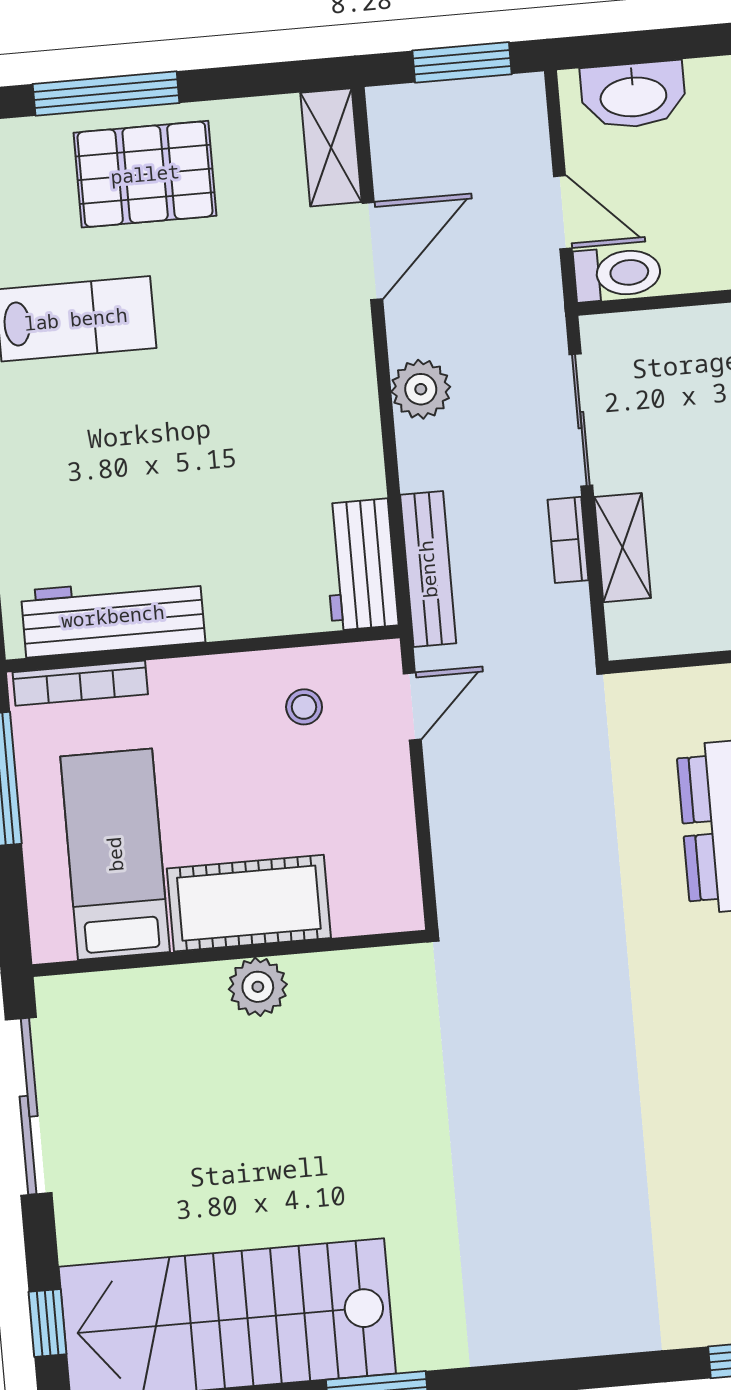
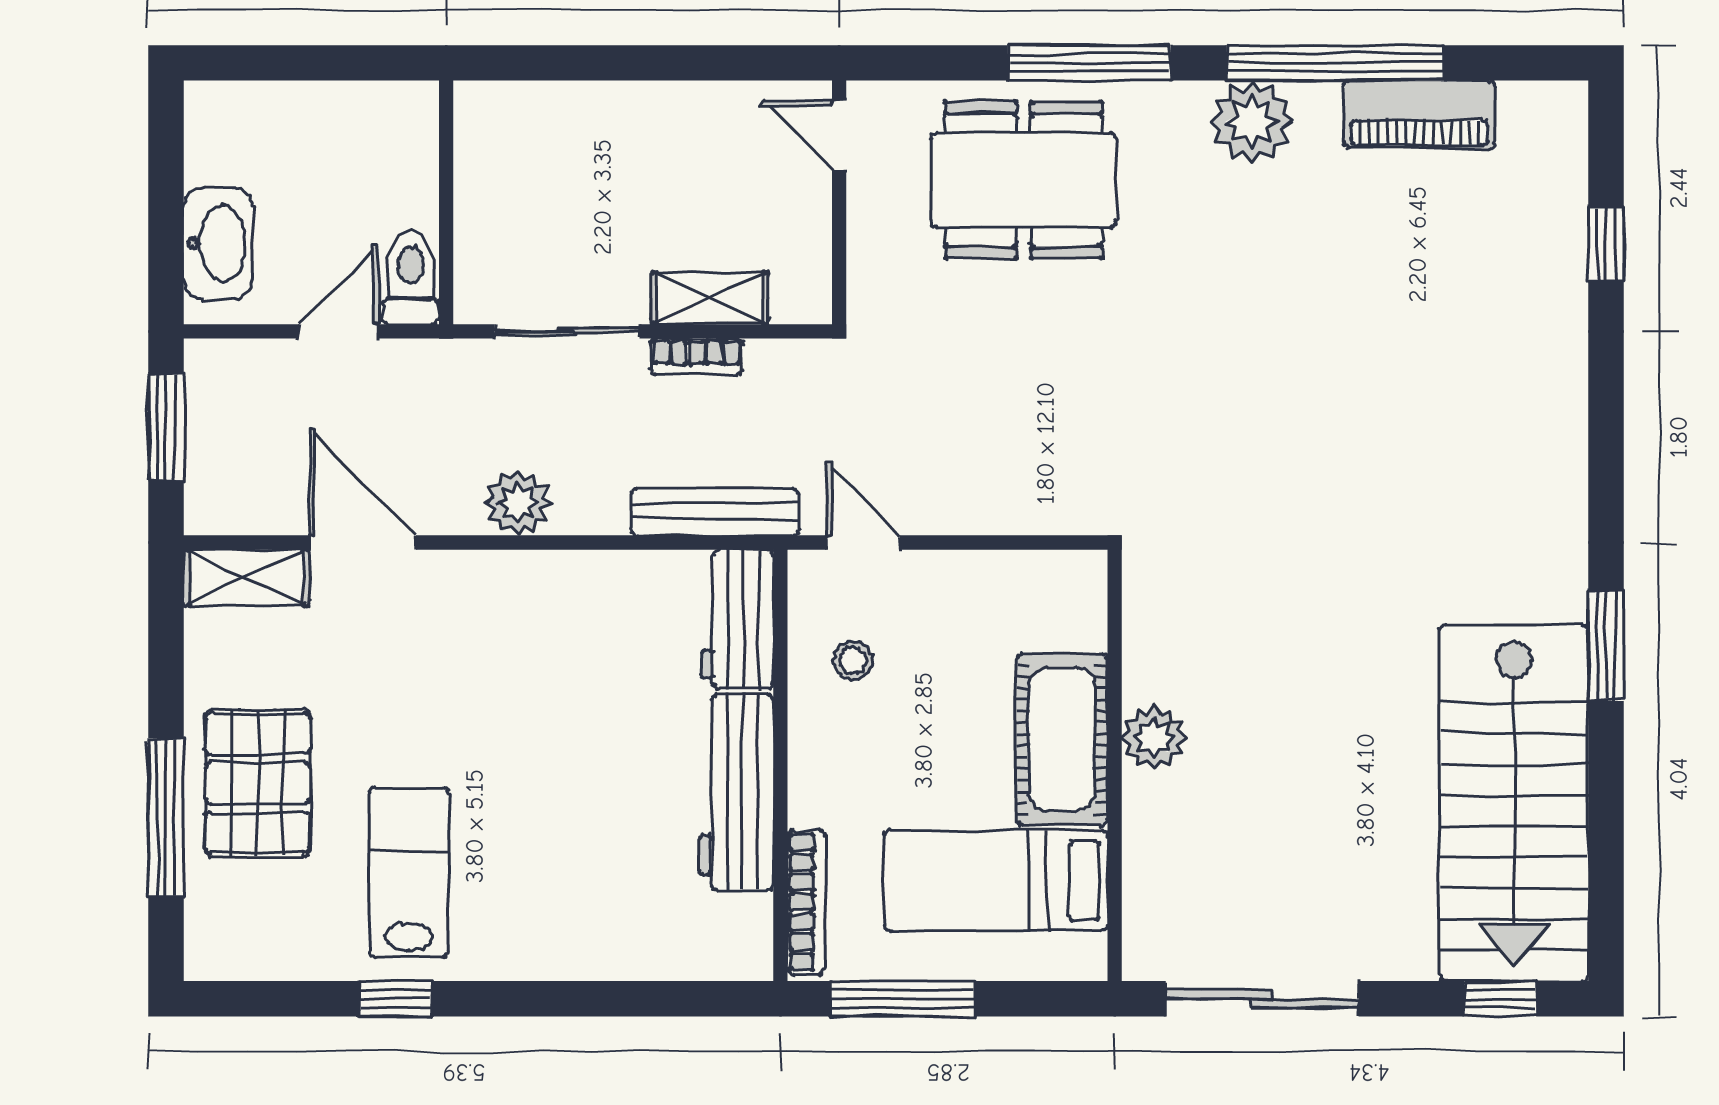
workbench: (360, 565) -> (737, 619), moved, turned 90
workbench: (113, 616) -> (736, 792), moved

